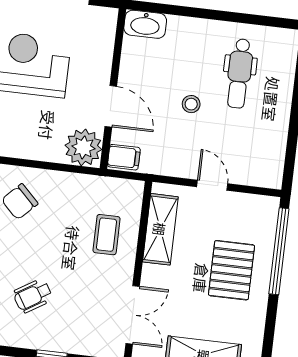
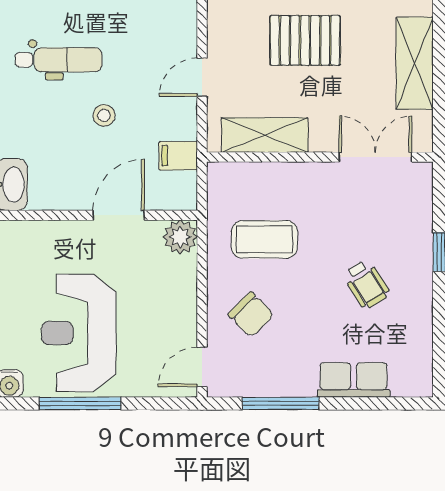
plant: (83, 147) -> (180, 237), width x0.73, depth x0.73
filing cabinet: (124, 157) -> (178, 156), moved, turned -90
coffee table: (107, 235) -> (264, 239), moved, width x1.36, depth x1.30

